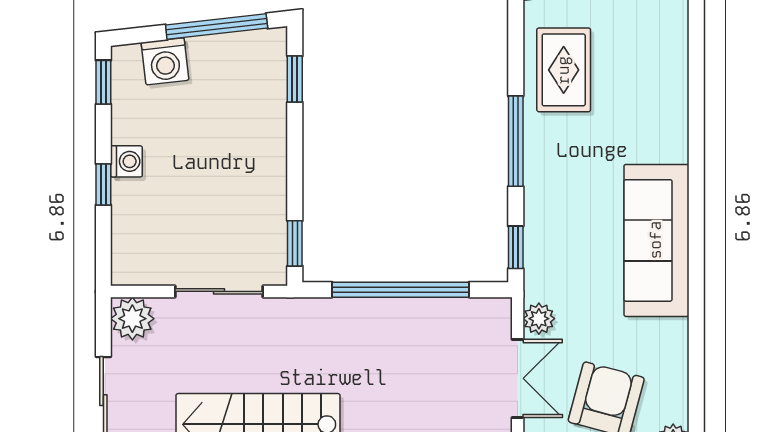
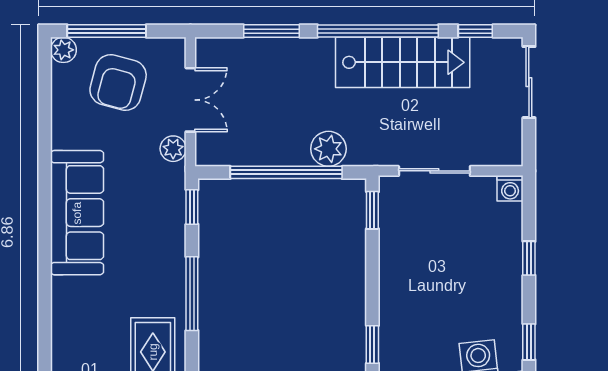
washing machine: (126, 161) -> (510, 188), moved, turned -90
plant: (132, 319) -> (328, 149), moved
double door: (518, 378) -> (190, 100), swing flipped

